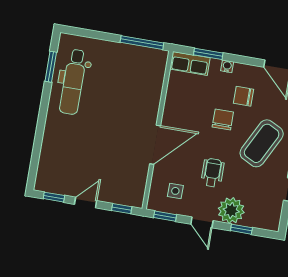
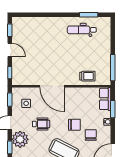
dental chair: (73, 82) -> (82, 30), width x0.73, depth x0.72
trolley: (149, 85) -> (87, 76), added

